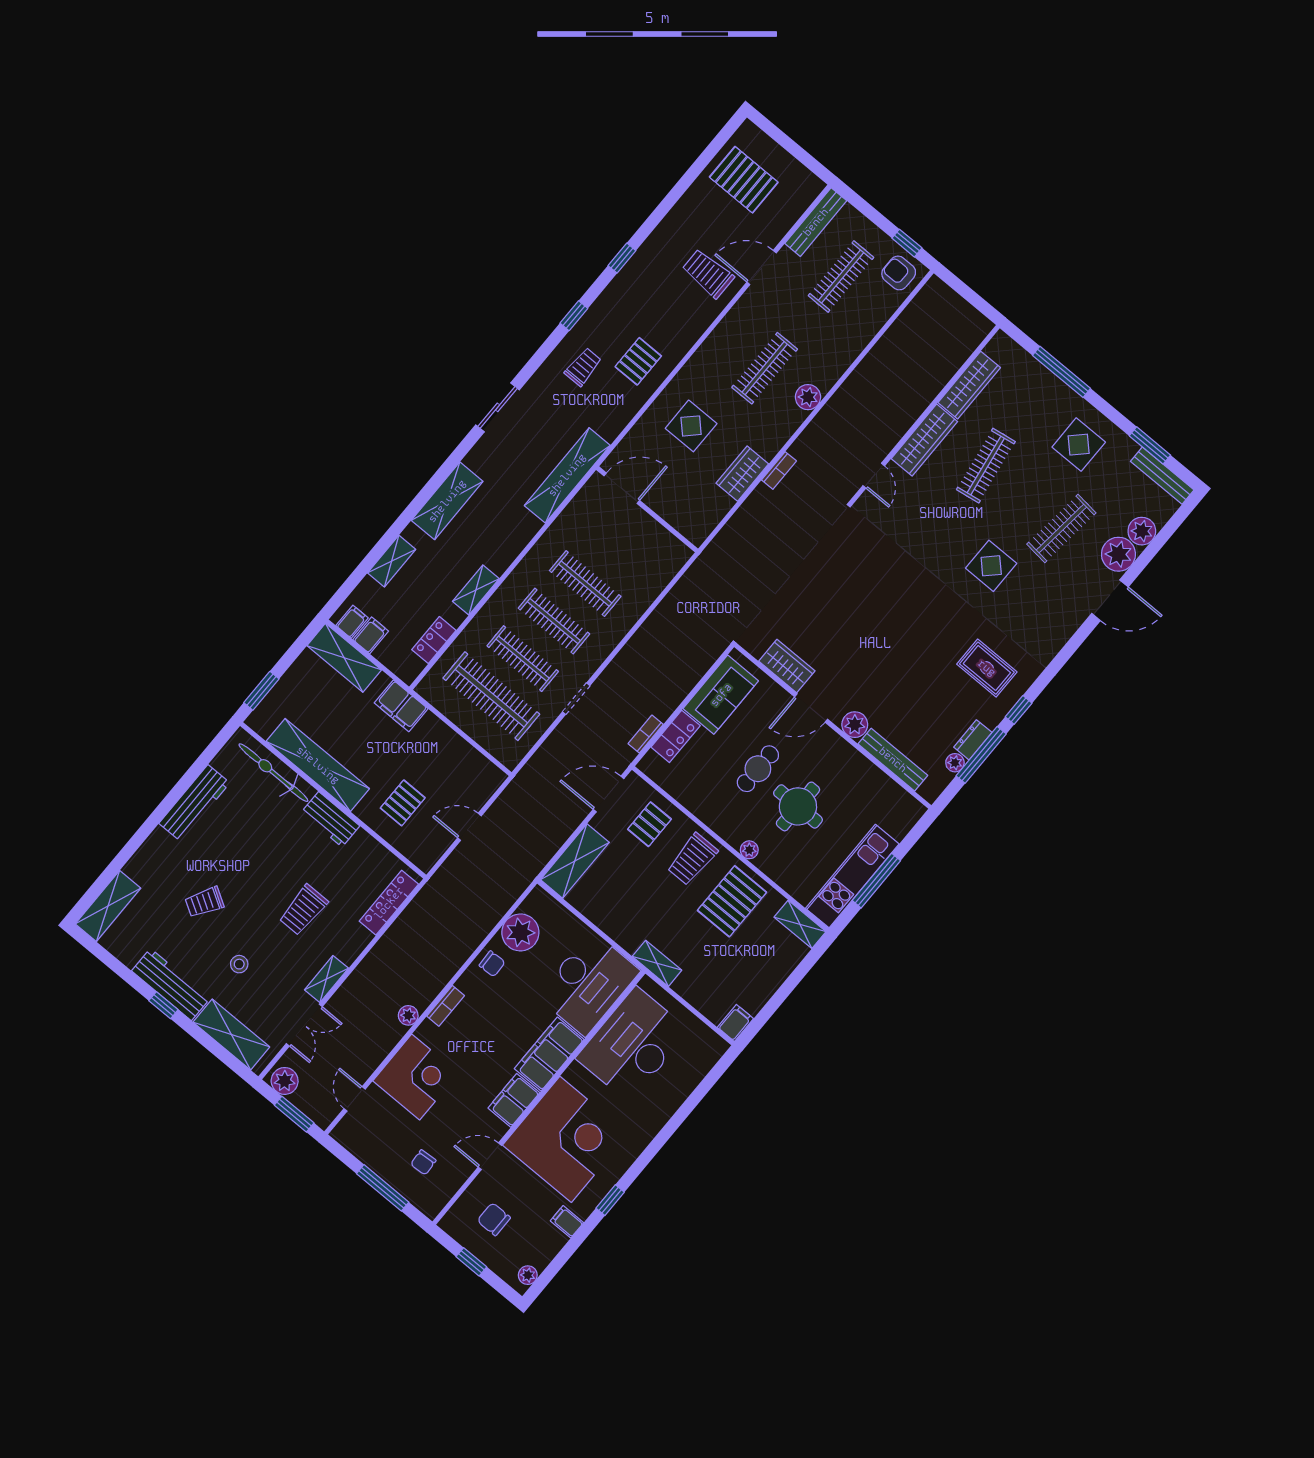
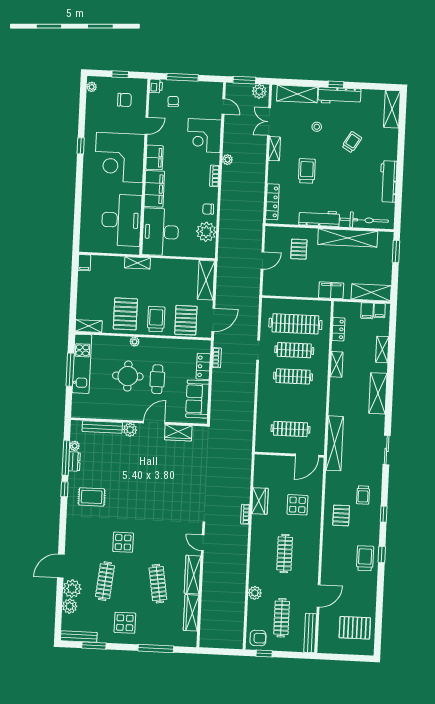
trolley: (708, 273) -> (365, 558), moved, turned -90
plant: (808, 397) -> (255, 593), moved
clothes rail: (585, 584) -> (290, 429), moved
workbench: (330, 819) -> (319, 218), width x1.38
pallet: (650, 824) -> (186, 320), width x1.50, depth x1.42
printer: (432, 1204) -> (156, 86), added
filing cabinet: (567, 1222) -> (92, 123), removed

